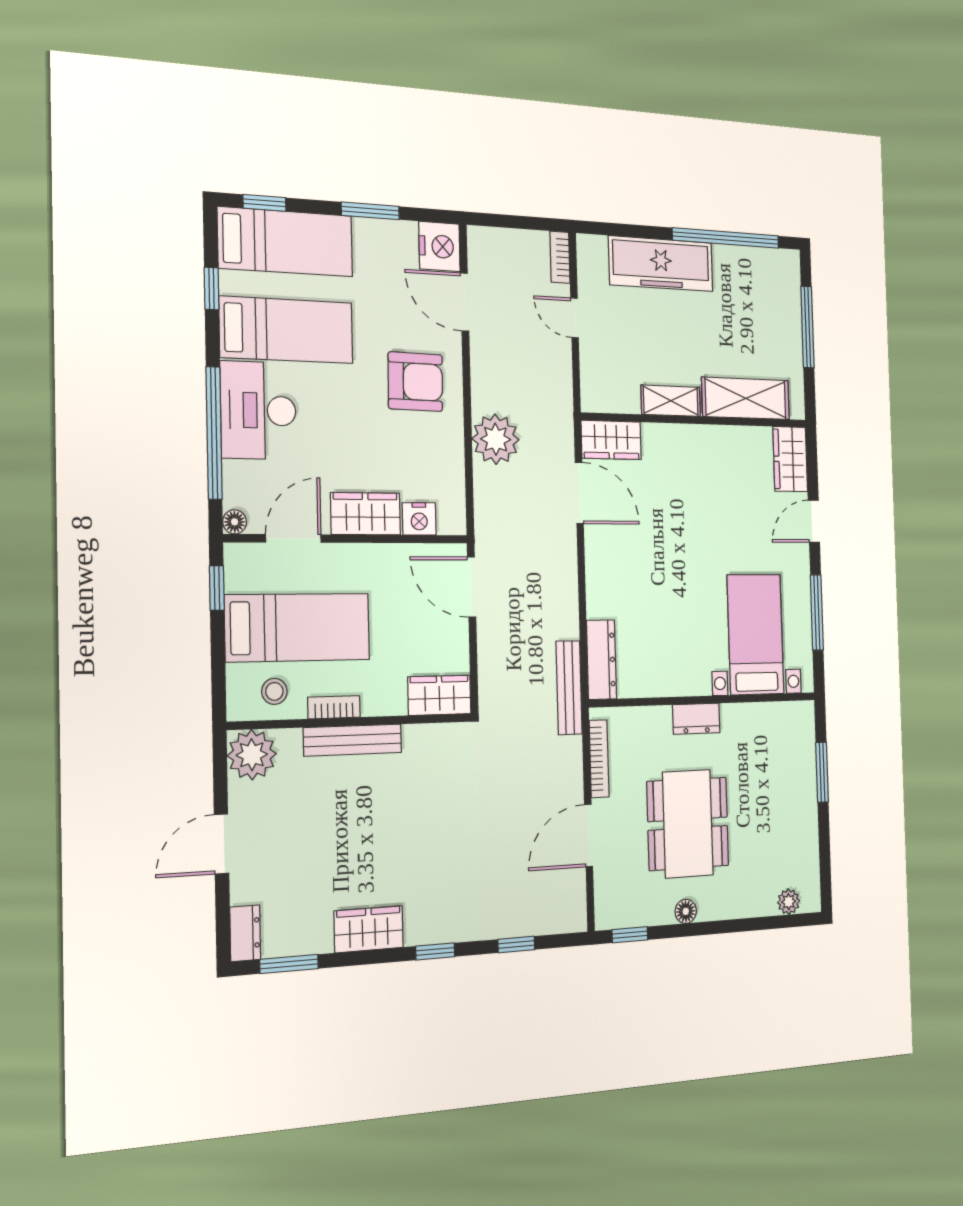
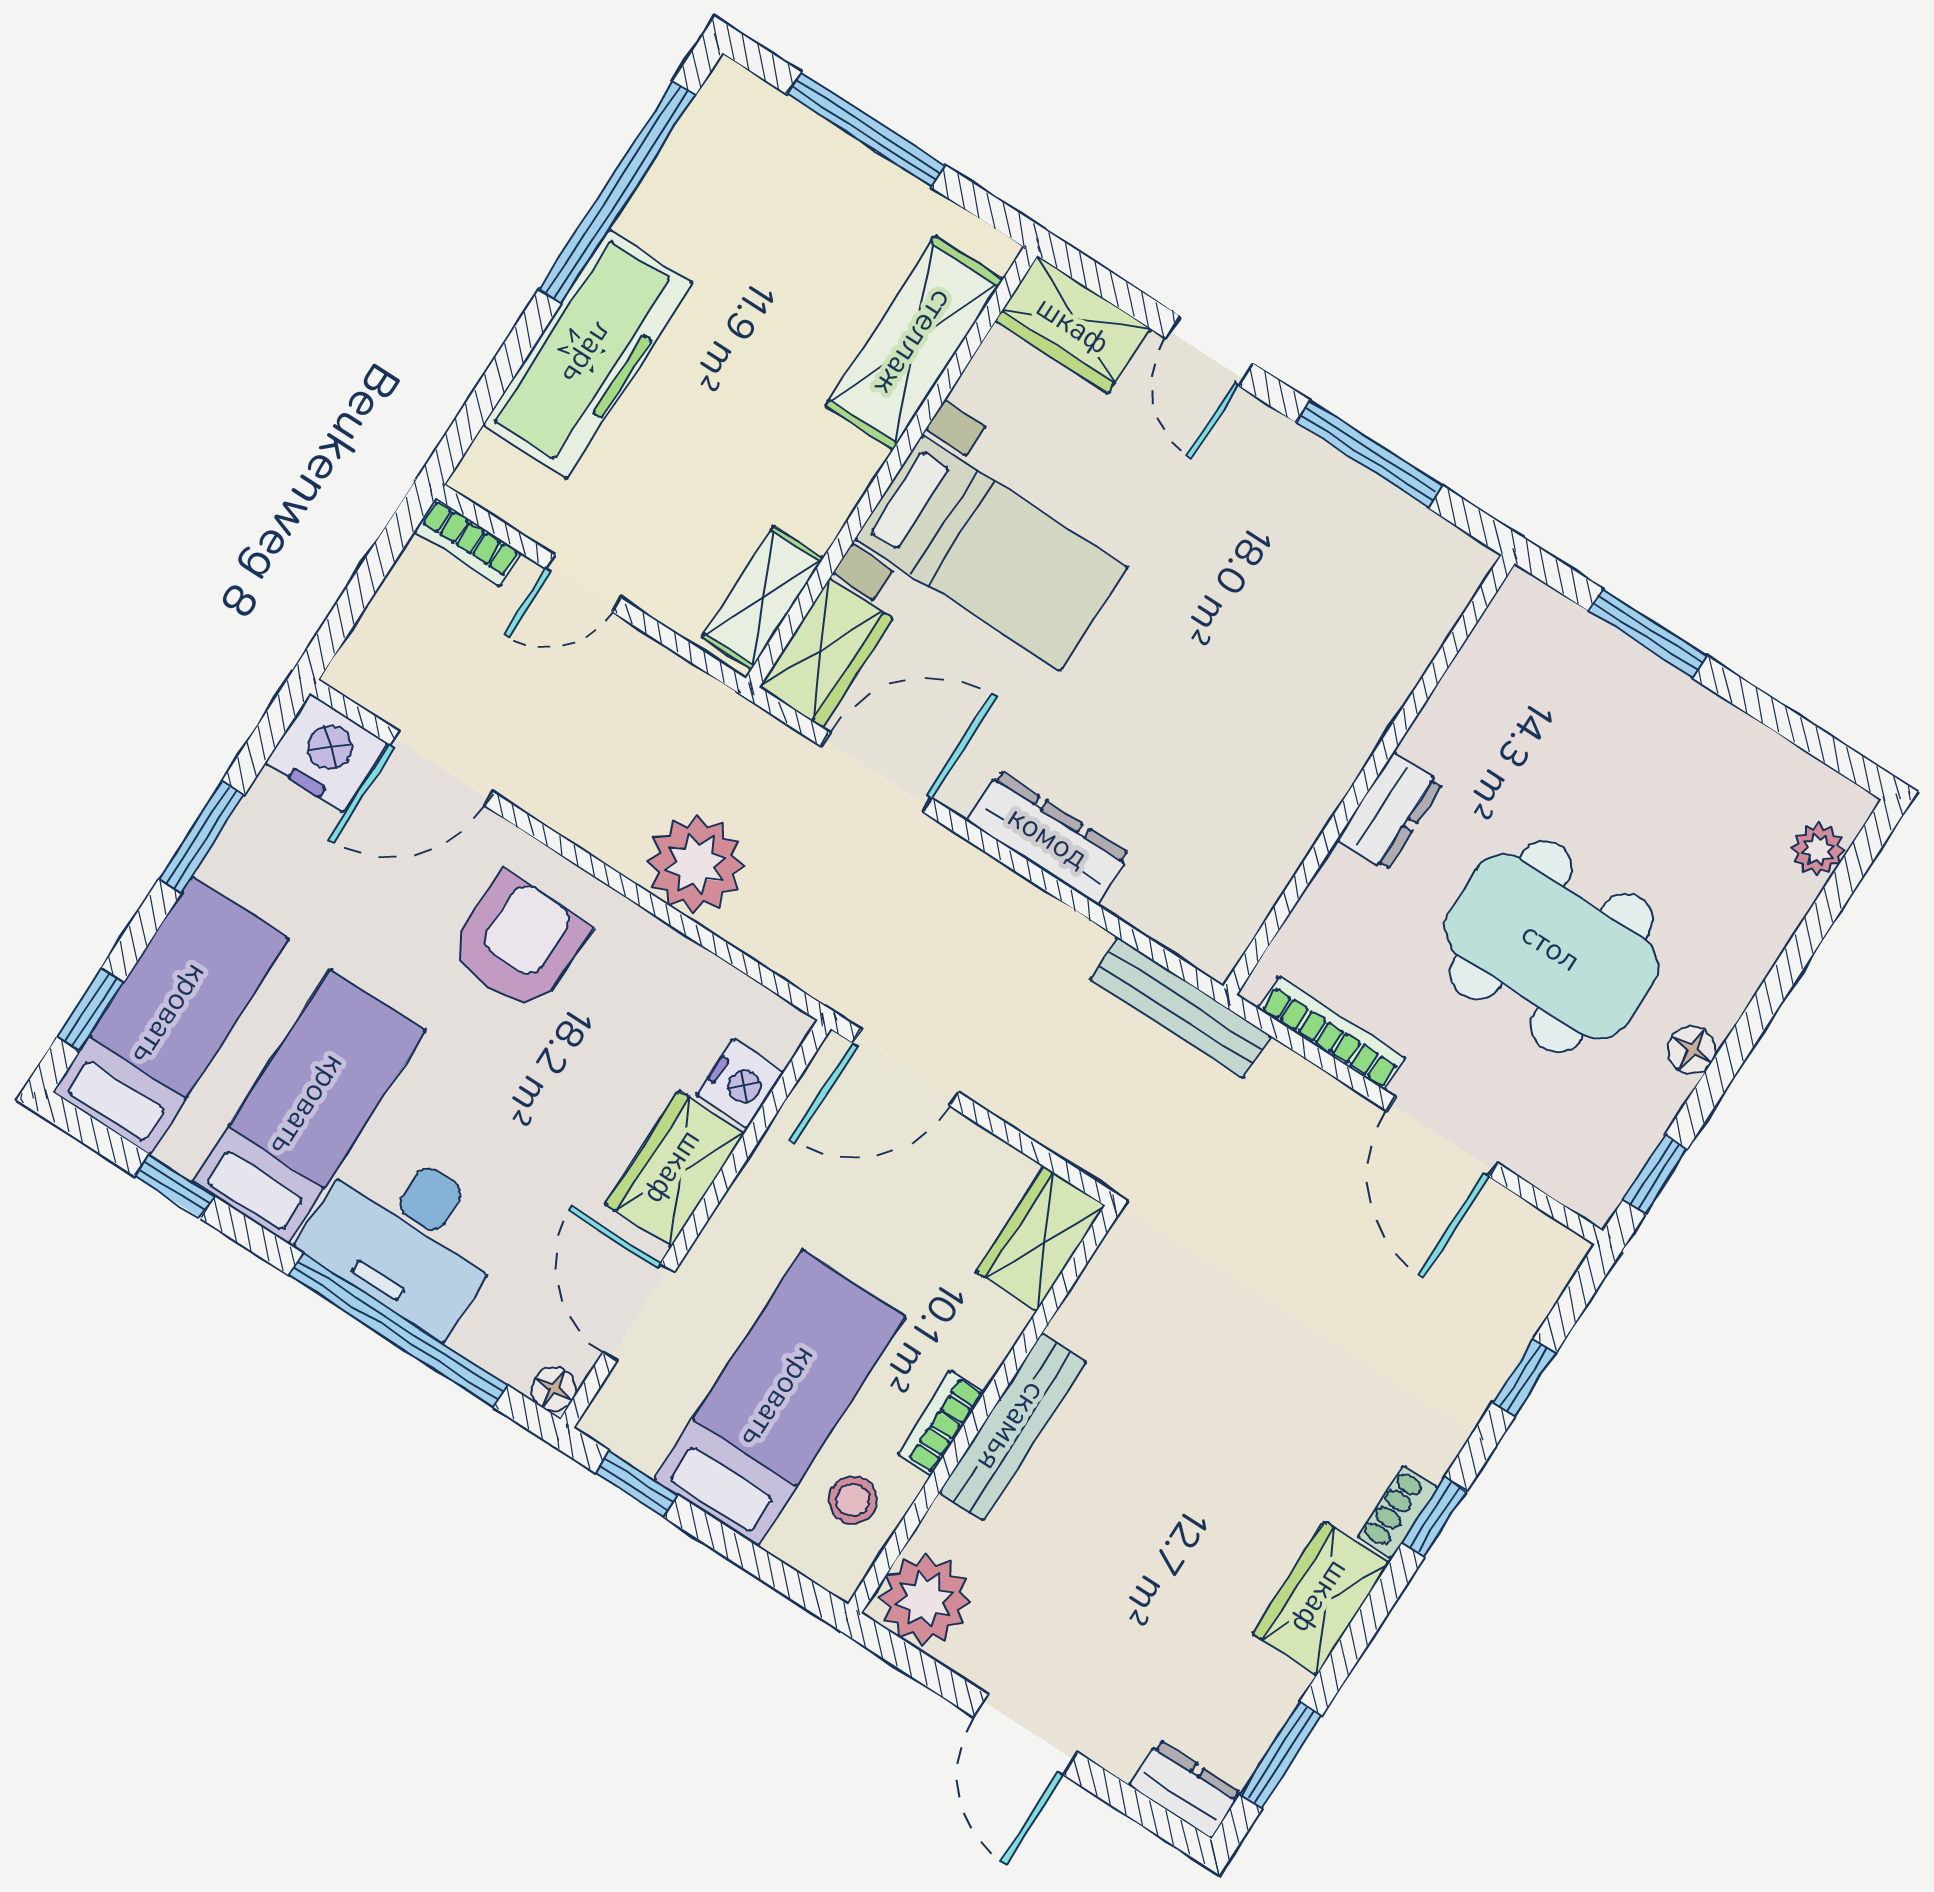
shelving: (671, 401) -> (763, 598), moved
bed with nightstands: (755, 634) -> (991, 553), moved, turned 180
dresser: (601, 660) -> (1048, 837), moved
shoe rack: (427, 934) -> (1398, 1512), added

